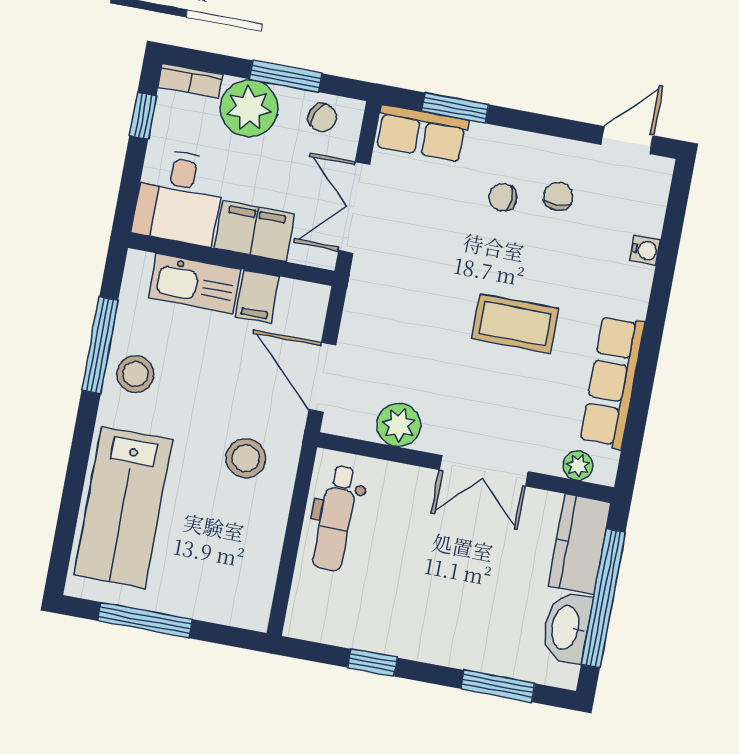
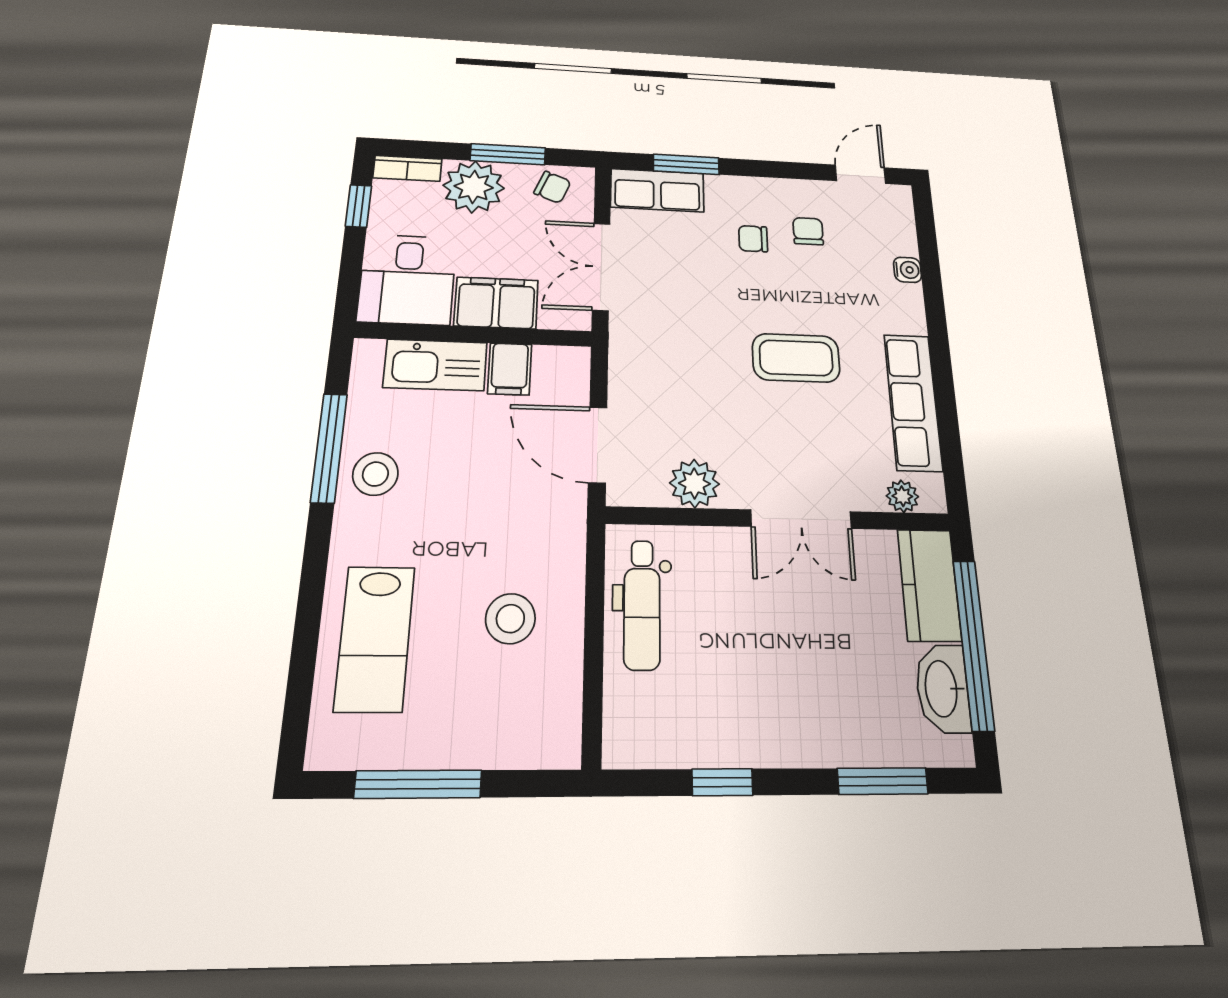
stool: (246, 458) -> (510, 619), moved
lab bench: (123, 507) -> (375, 638), width x0.73, depth x0.72

